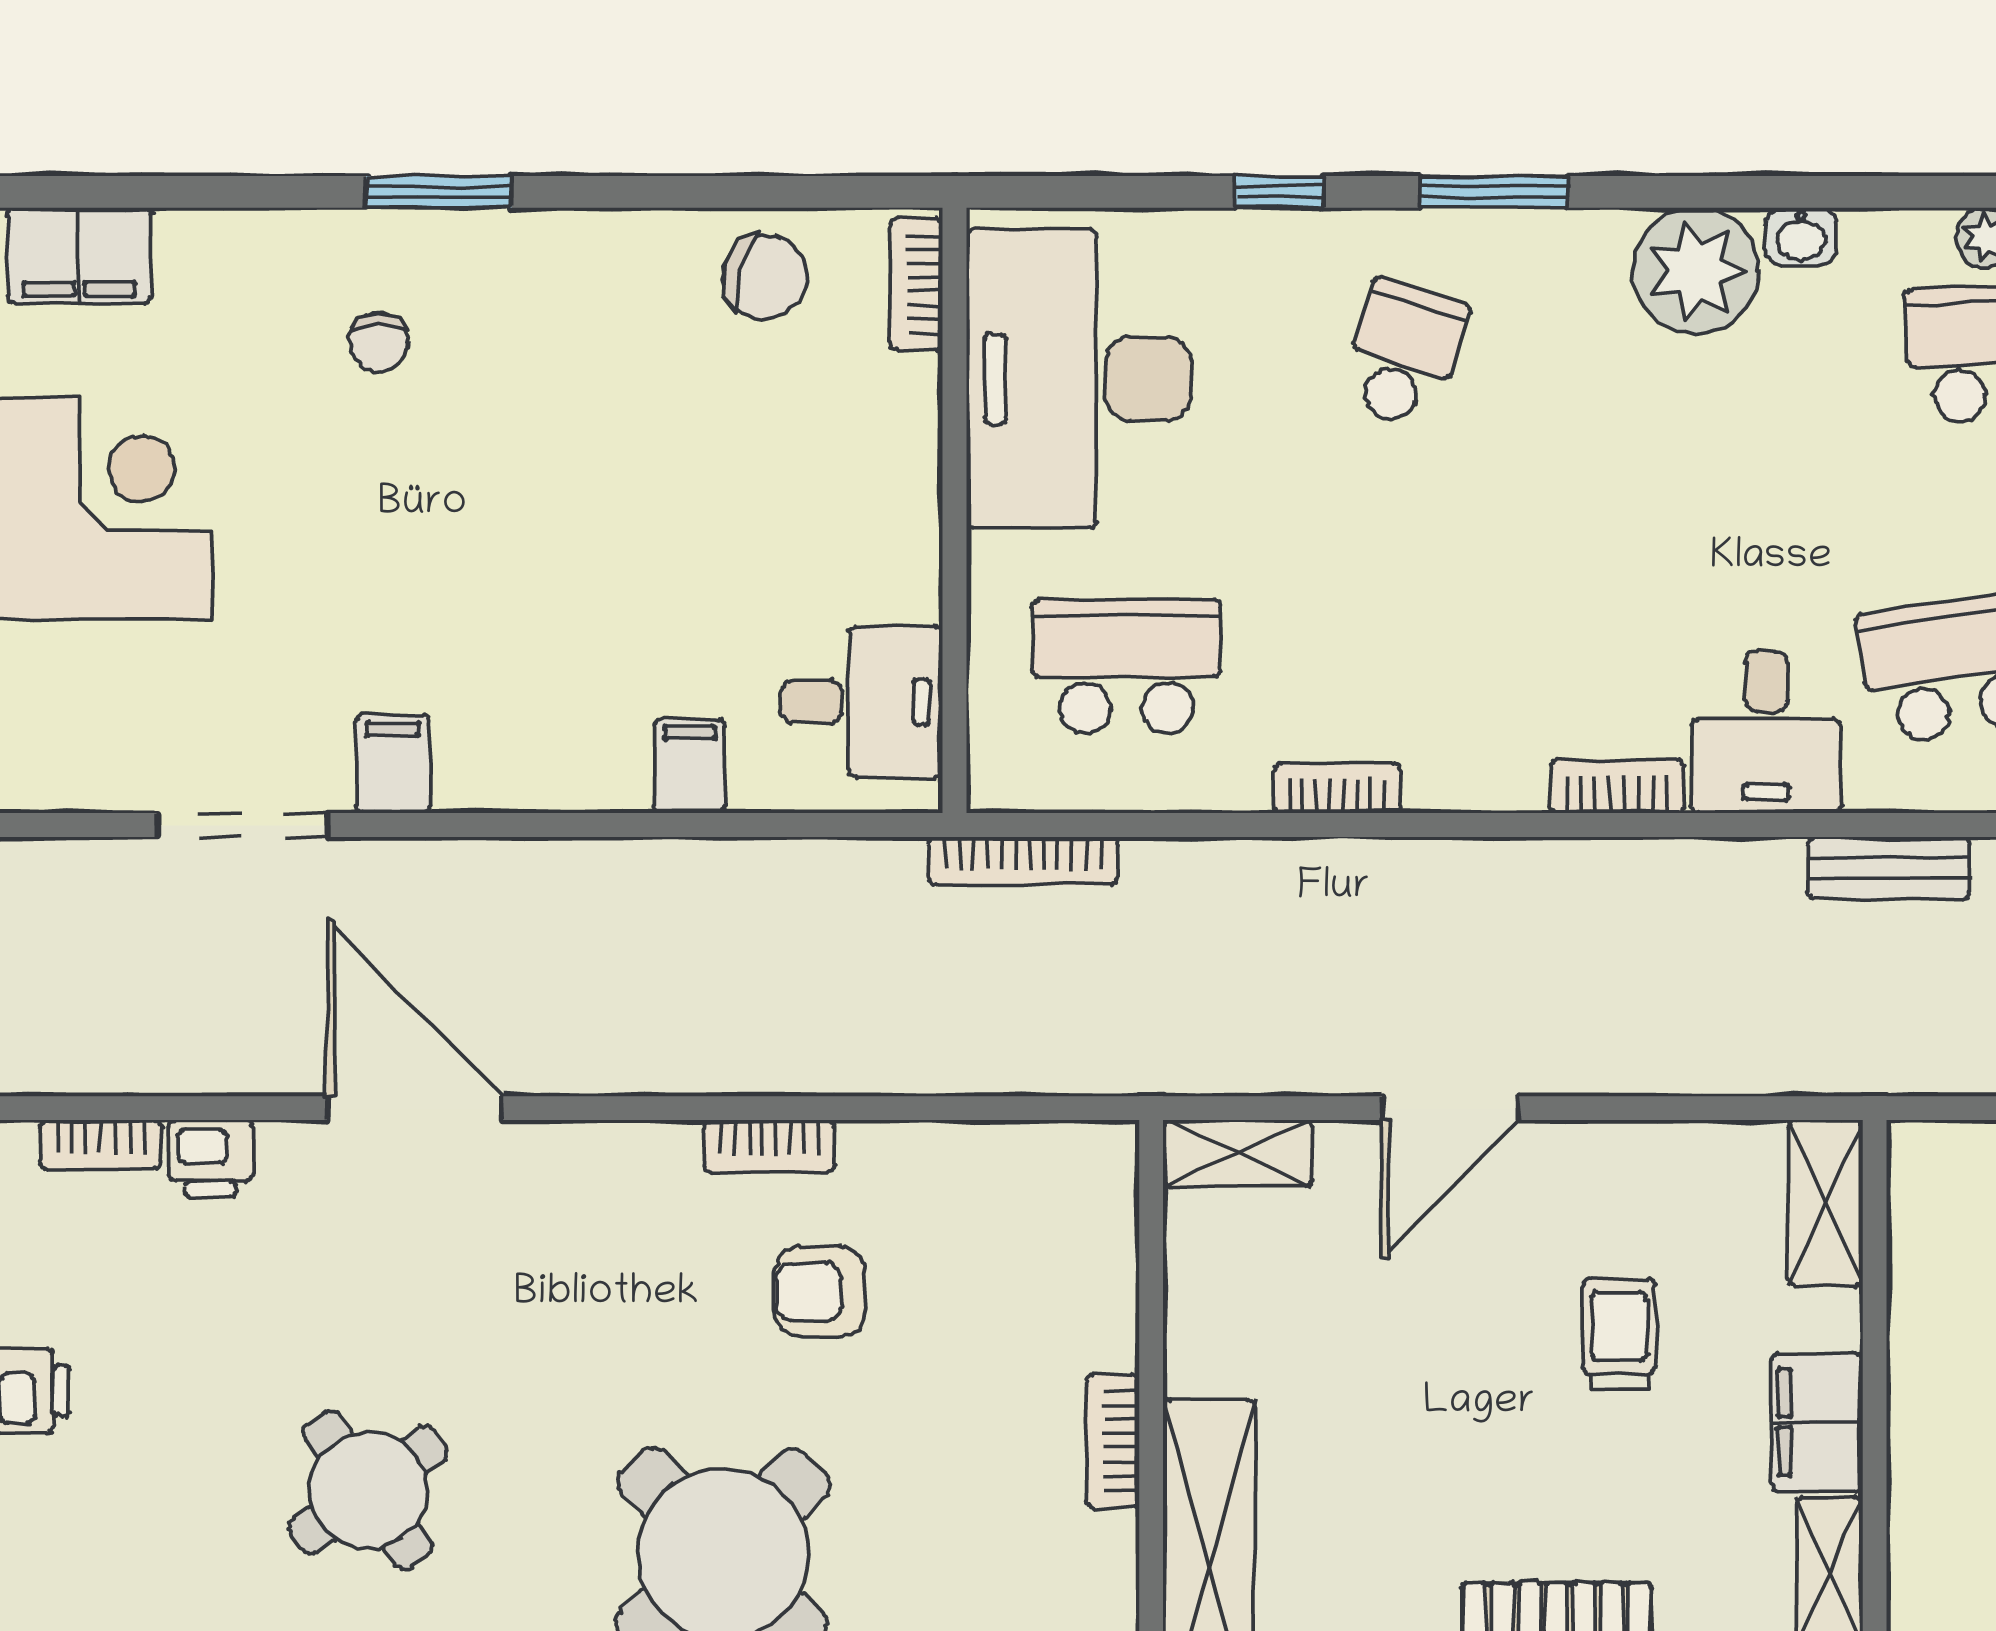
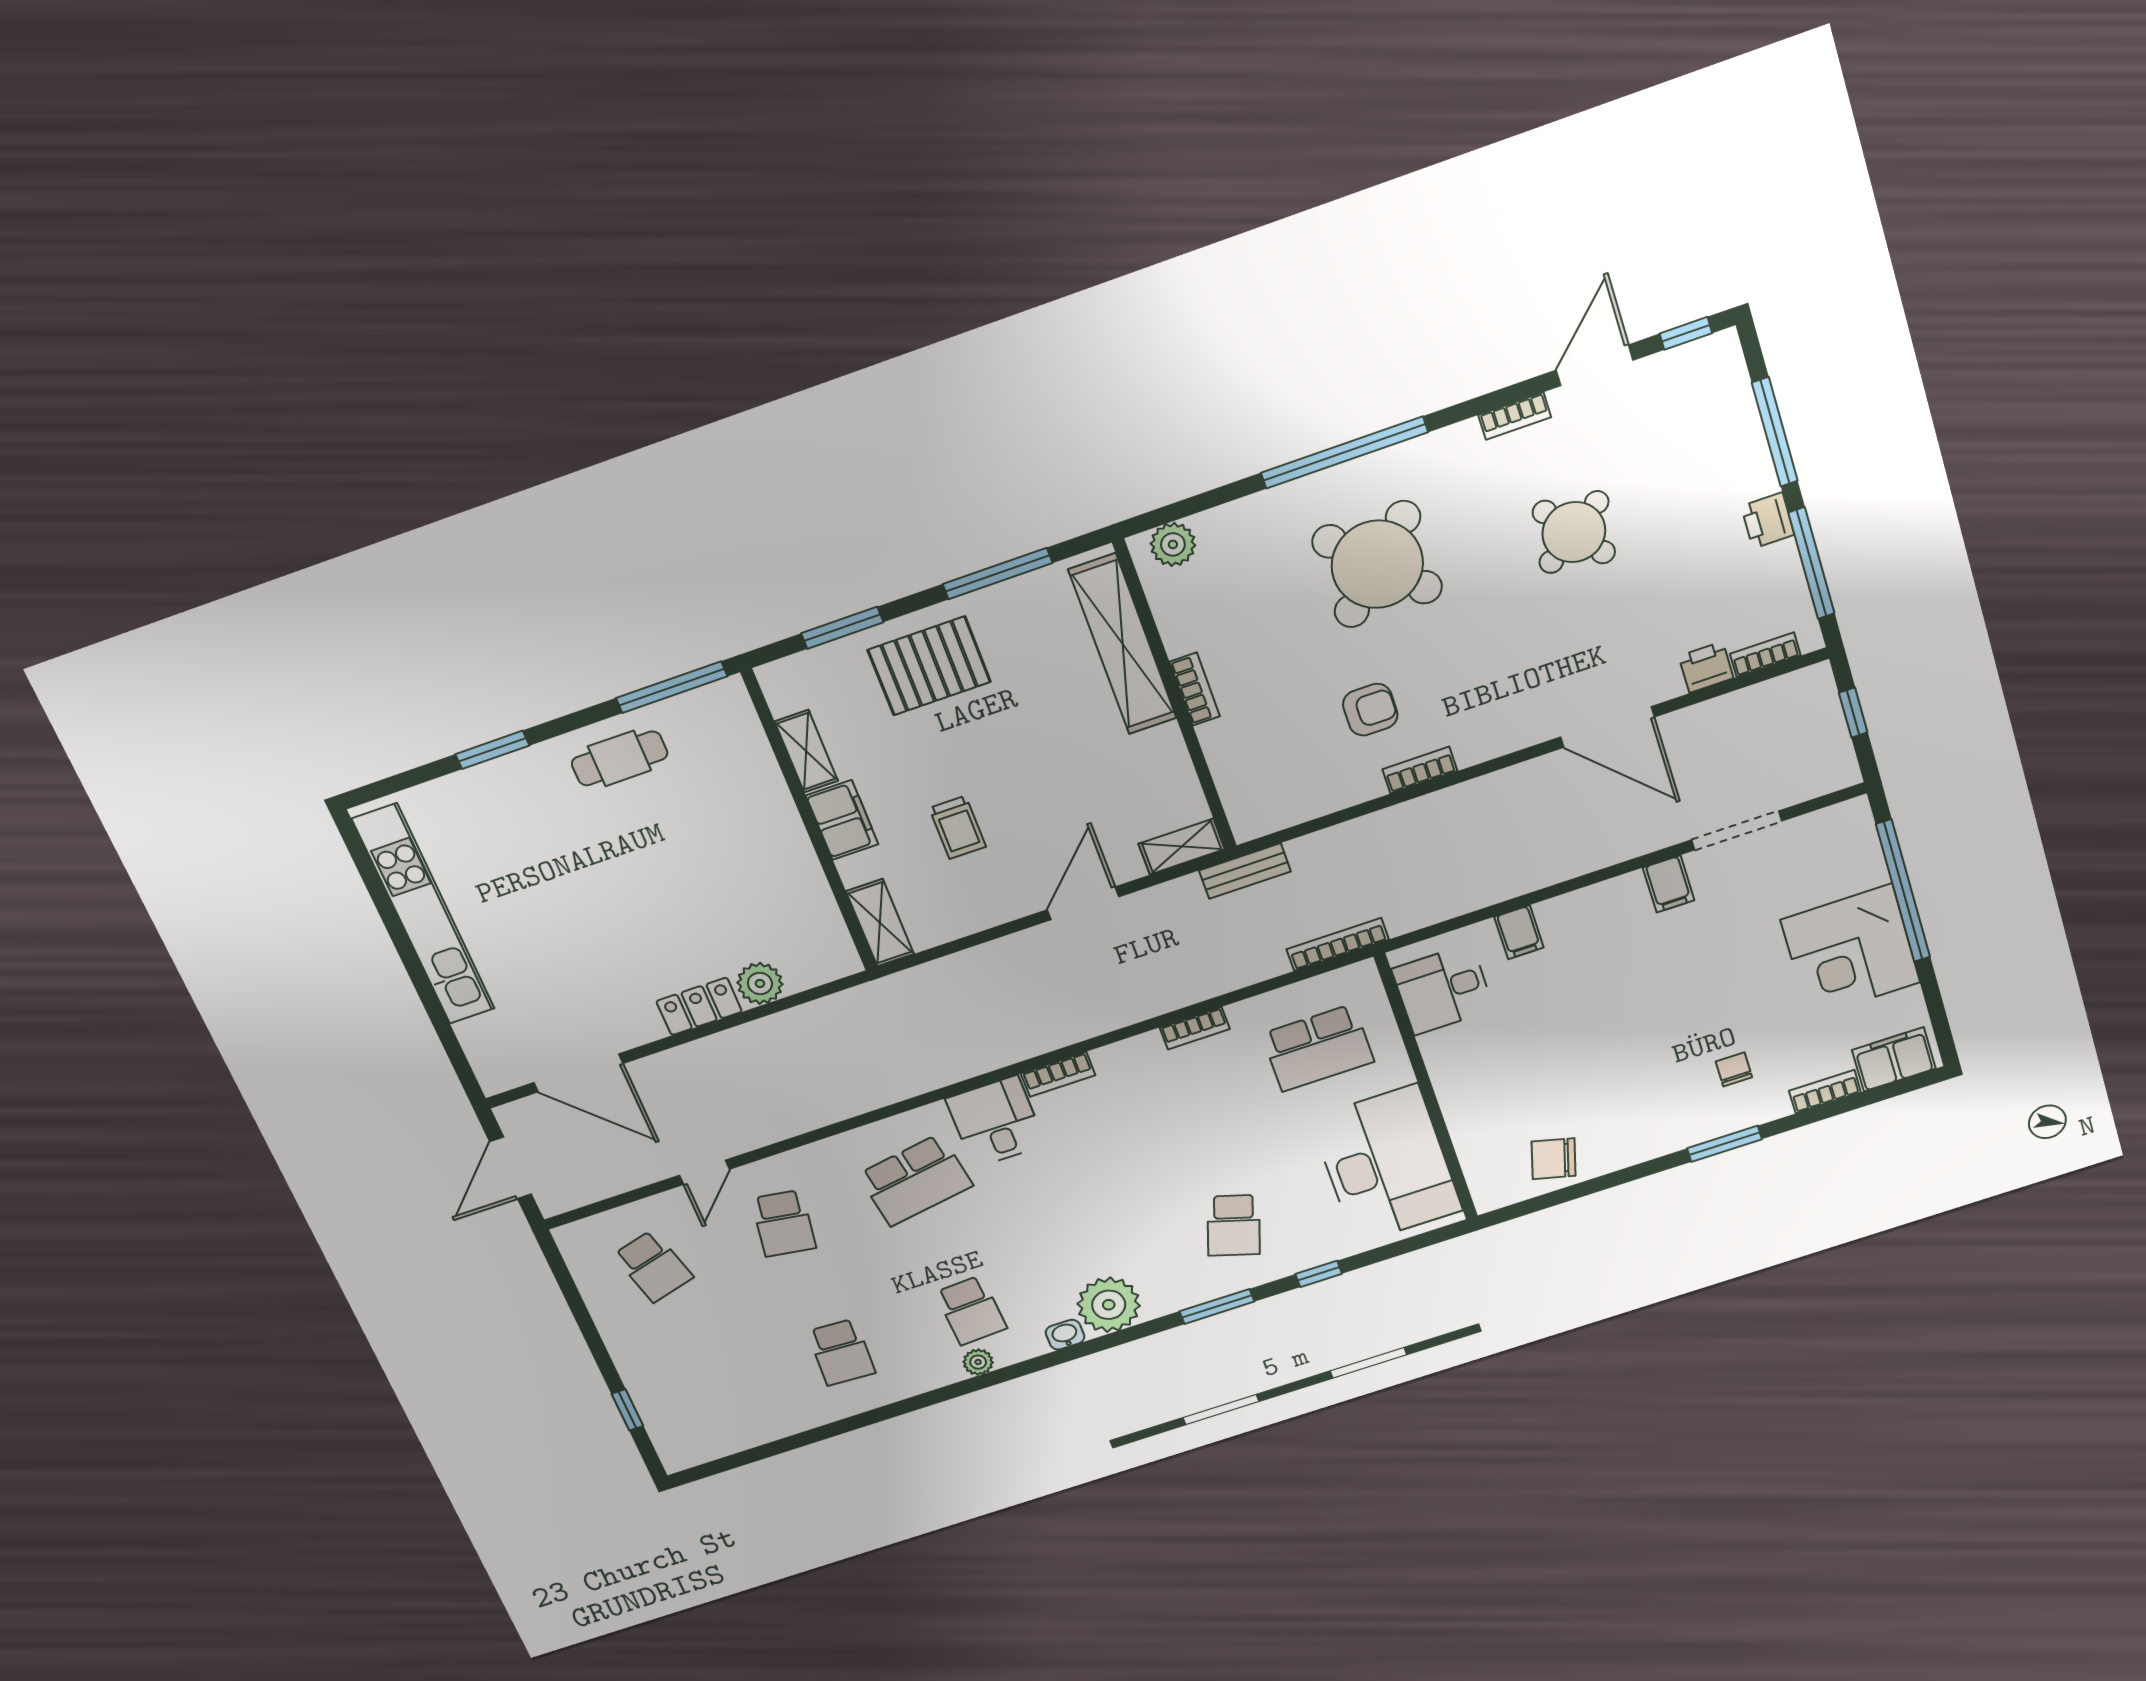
bookcase: (916, 284) -> (1825, 1092), moved, turned -90
bench: (1889, 868) -> (1245, 871), moved

